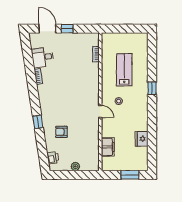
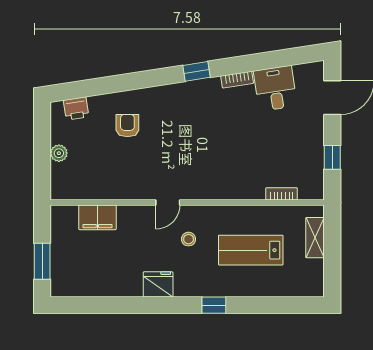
window: (67, 29) -> (332, 157), moved
shelving: (118, 37) -> (315, 238), added
lab bench: (124, 70) -> (251, 250), turned 180
window: (38, 122) -> (196, 71), moved
fridge: (142, 139) -> (158, 284), moved

